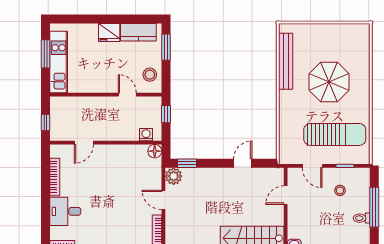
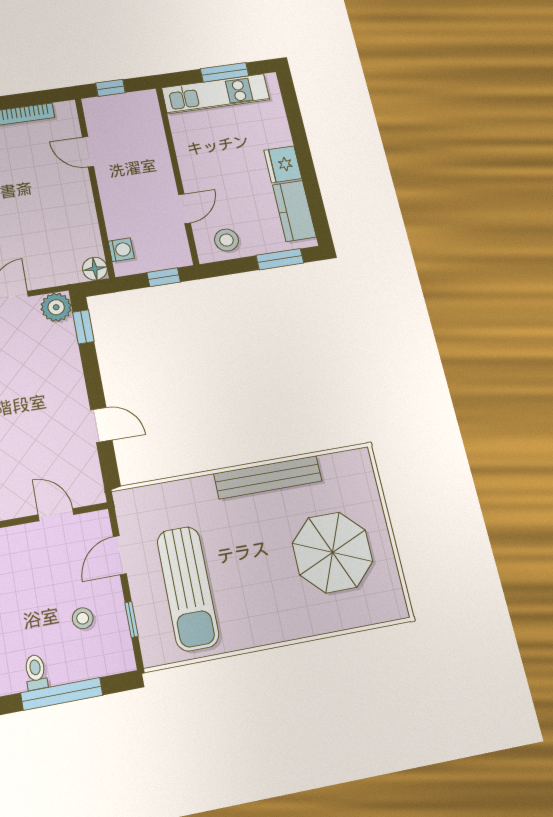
bench: (286, 61) -> (268, 477), moved
parasol: (329, 82) -> (333, 552), moved

